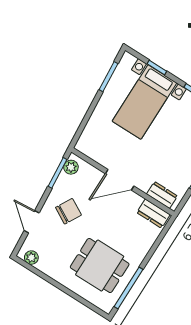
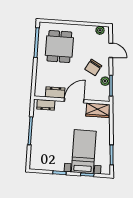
wardrobe: (94, 149) -> (98, 110), added
plant: (71, 167) -> (105, 81), moved
dresser: (153, 214) -> (55, 93), moved
dining table: (100, 266) -> (59, 47), turned 90

